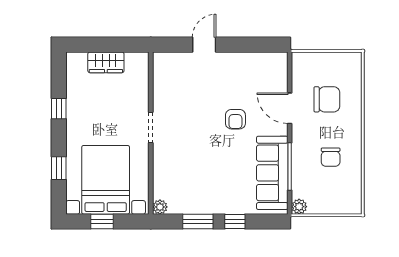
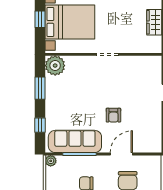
armchair: (235, 119) -> (113, 115), turned -90
plant: (160, 207) -> (55, 66), width x1.87, depth x1.87
window: (235, 222) -> (40, 125), moved

